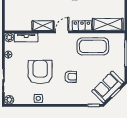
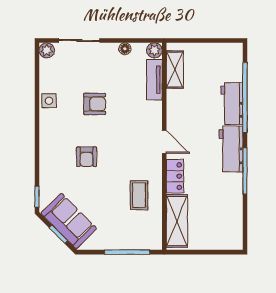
shelving: (43, 26) -> (175, 70), moved
coffee table: (93, 46) -> (139, 195), width x0.54, depth x0.58
armchair: (40, 72) -> (95, 104), width x0.53, depth x0.53

